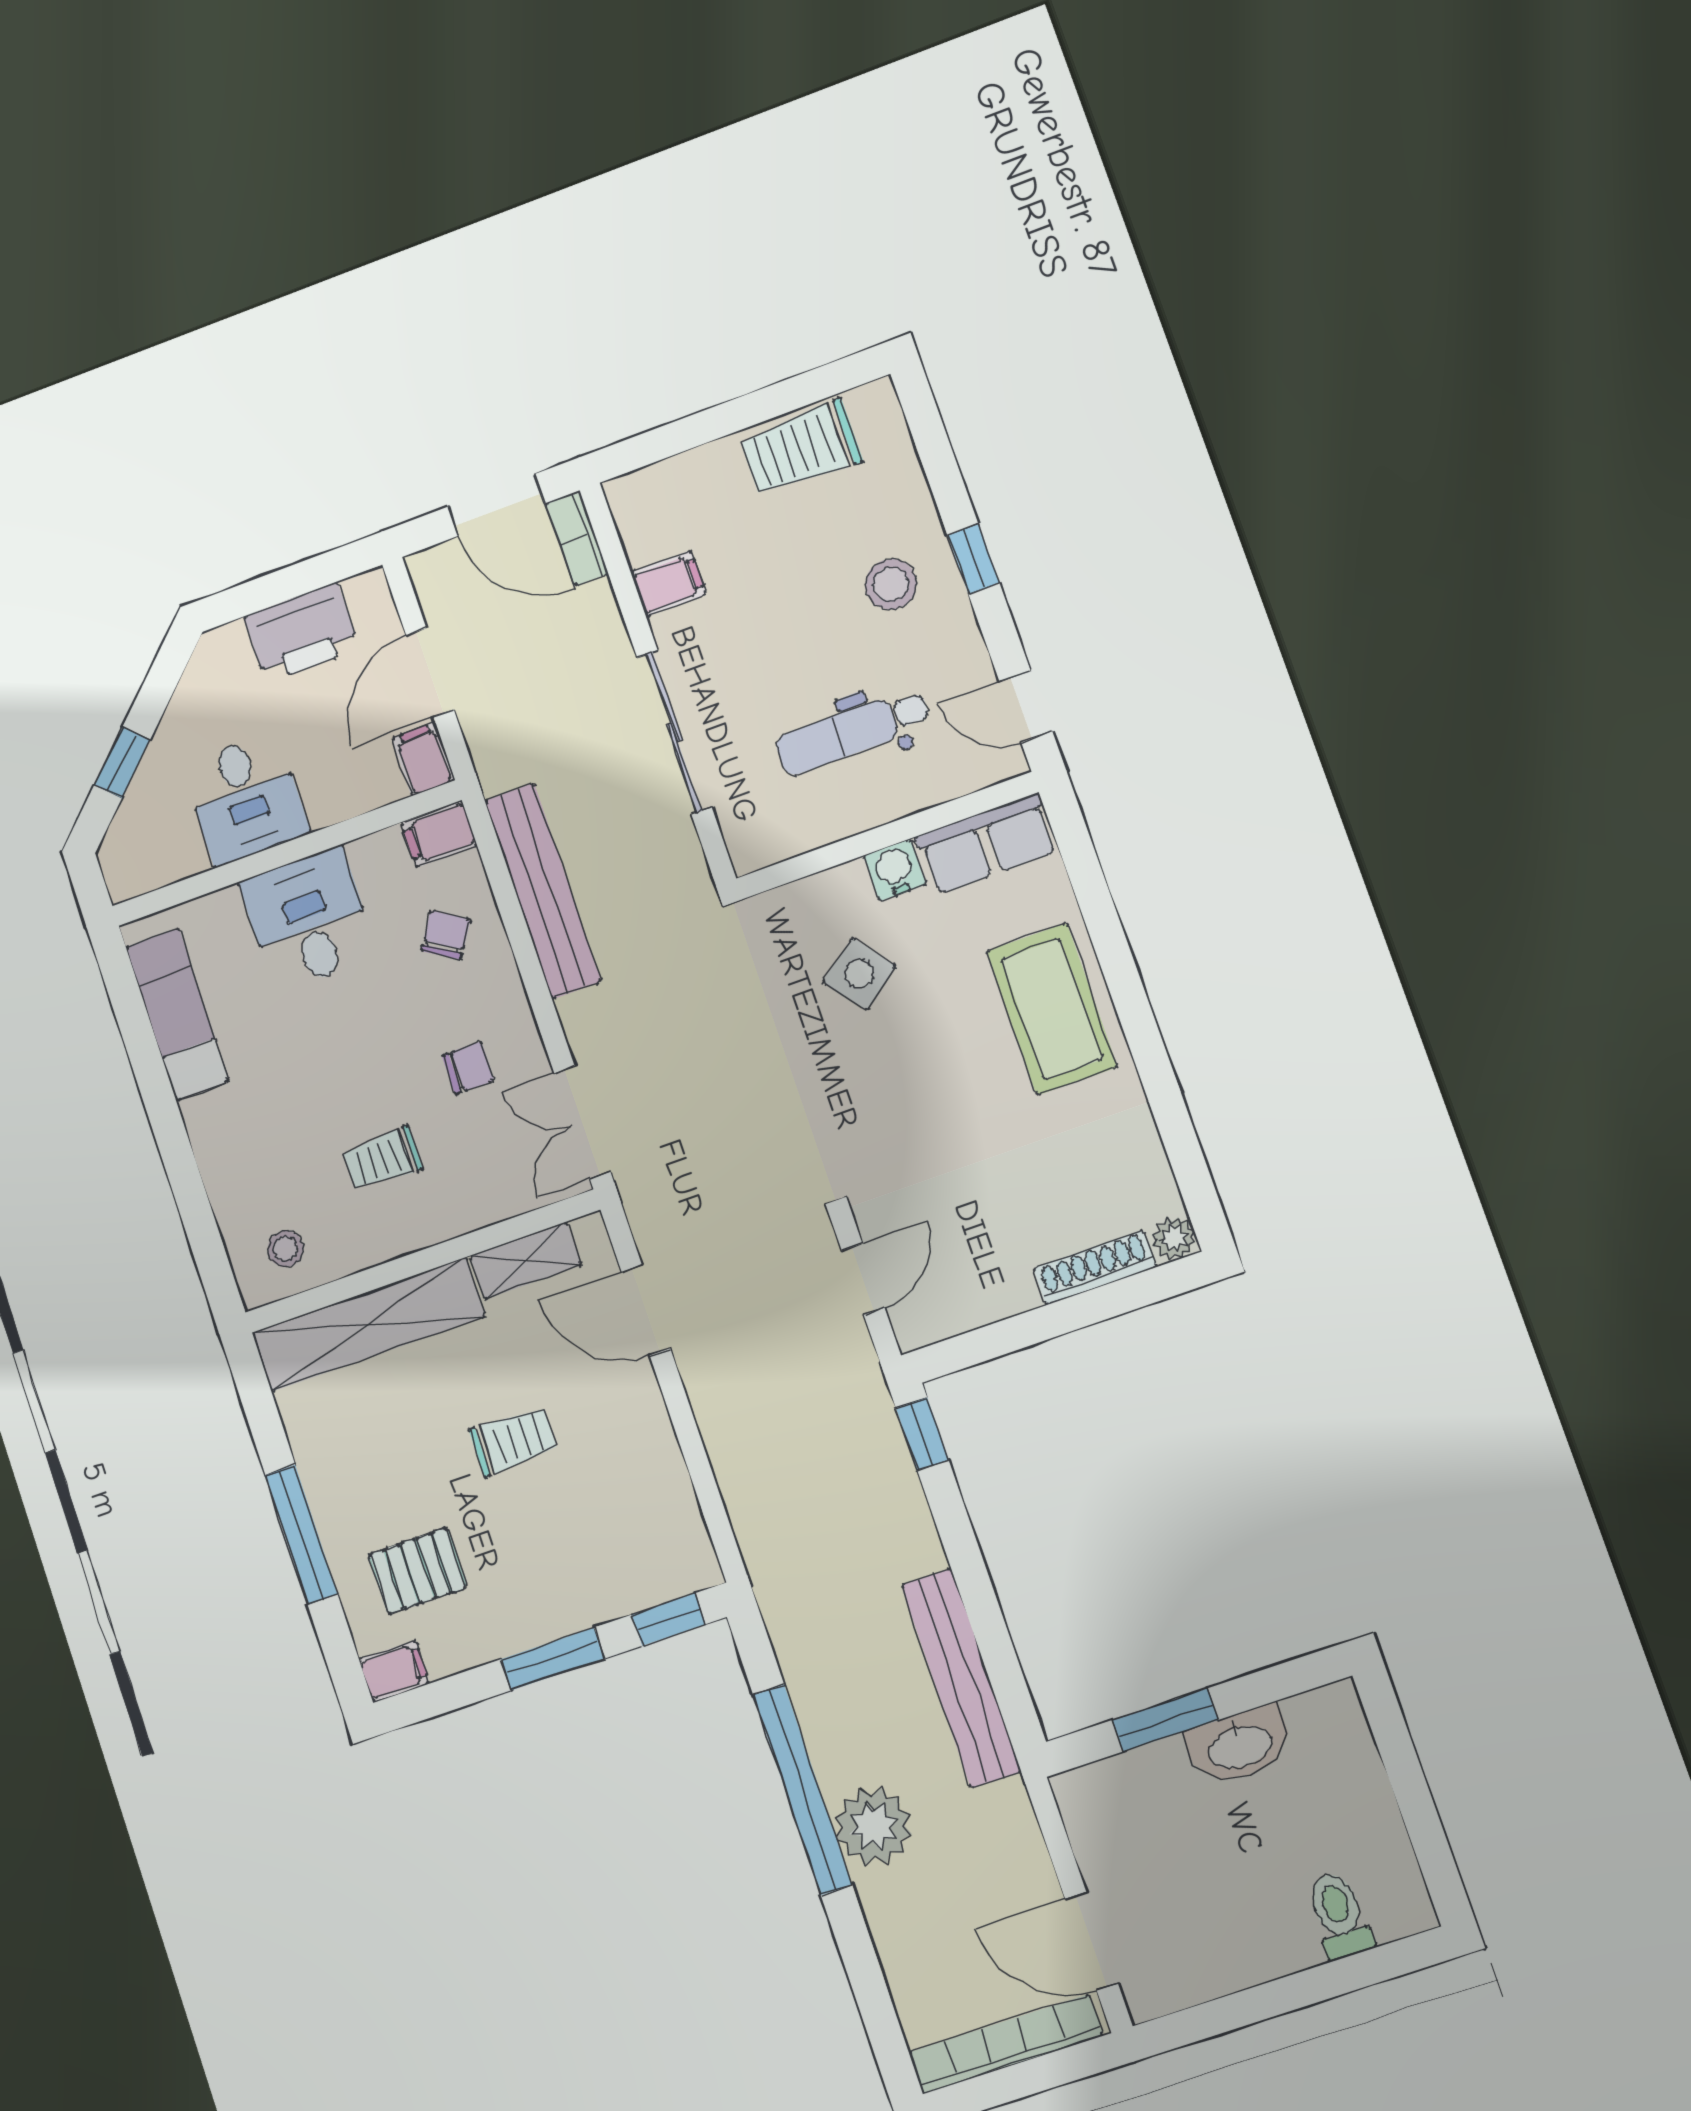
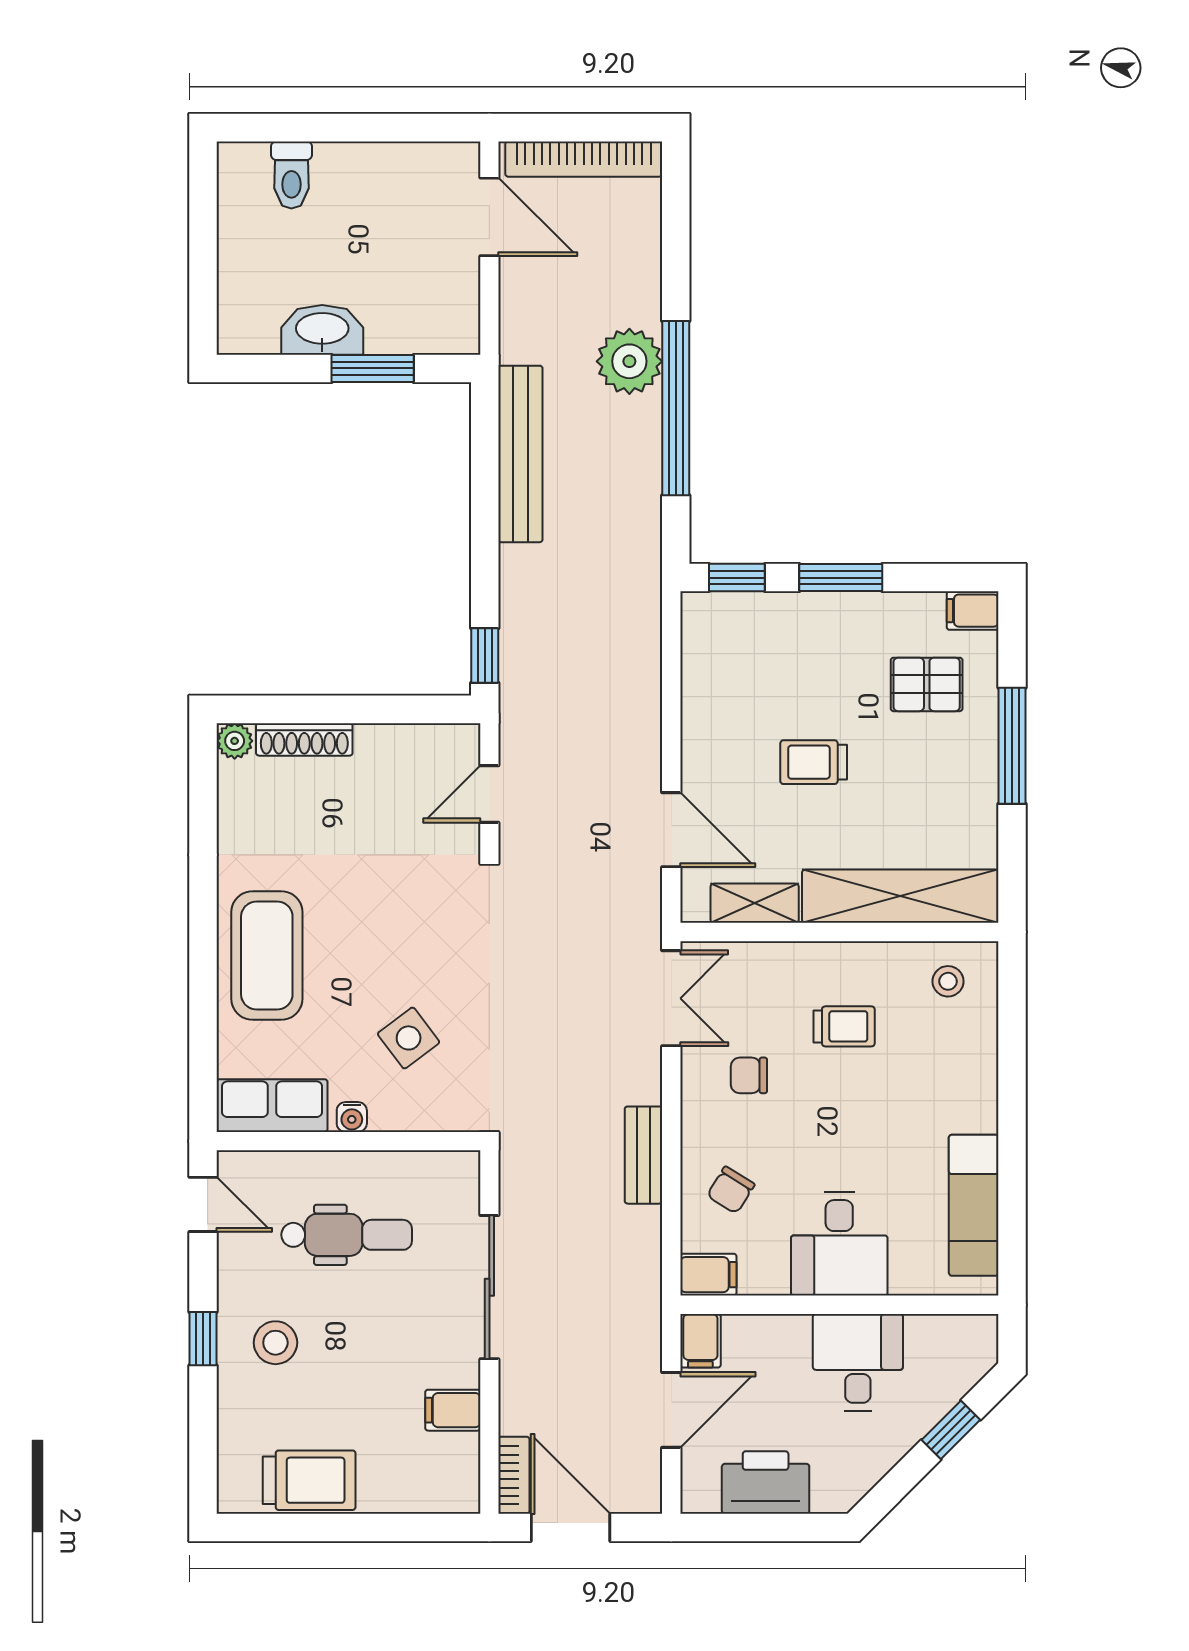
water cooler: (895, 870) -> (352, 1117), width x0.72, depth x0.72
bench: (543, 891) -> (643, 1155), width x0.54, depth x0.82

